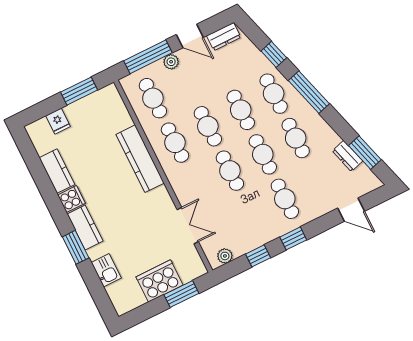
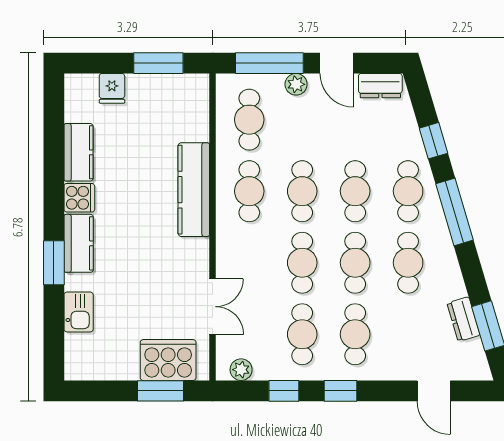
cafe table: (252, 215) -> (302, 334), added
cooker: (160, 281) -> (168, 360), moved

